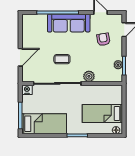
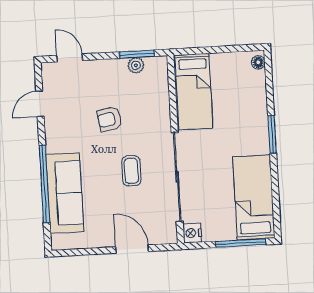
sofa: (69, 23) -> (65, 193), moved
armchair: (103, 39) -> (110, 119), moved
plant: (89, 76) -> (161, 119), removed
bed: (102, 113) -> (194, 92), moved

